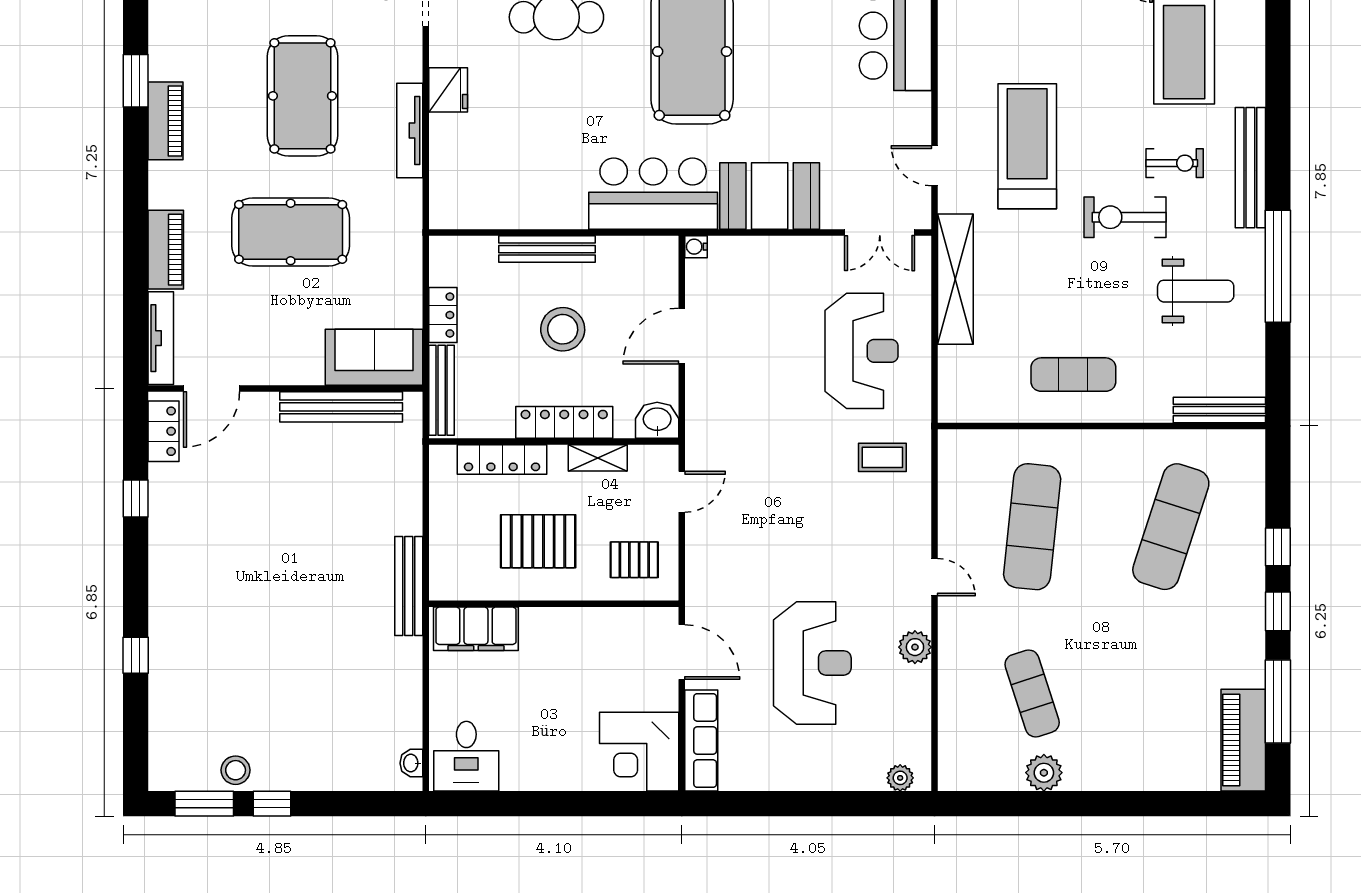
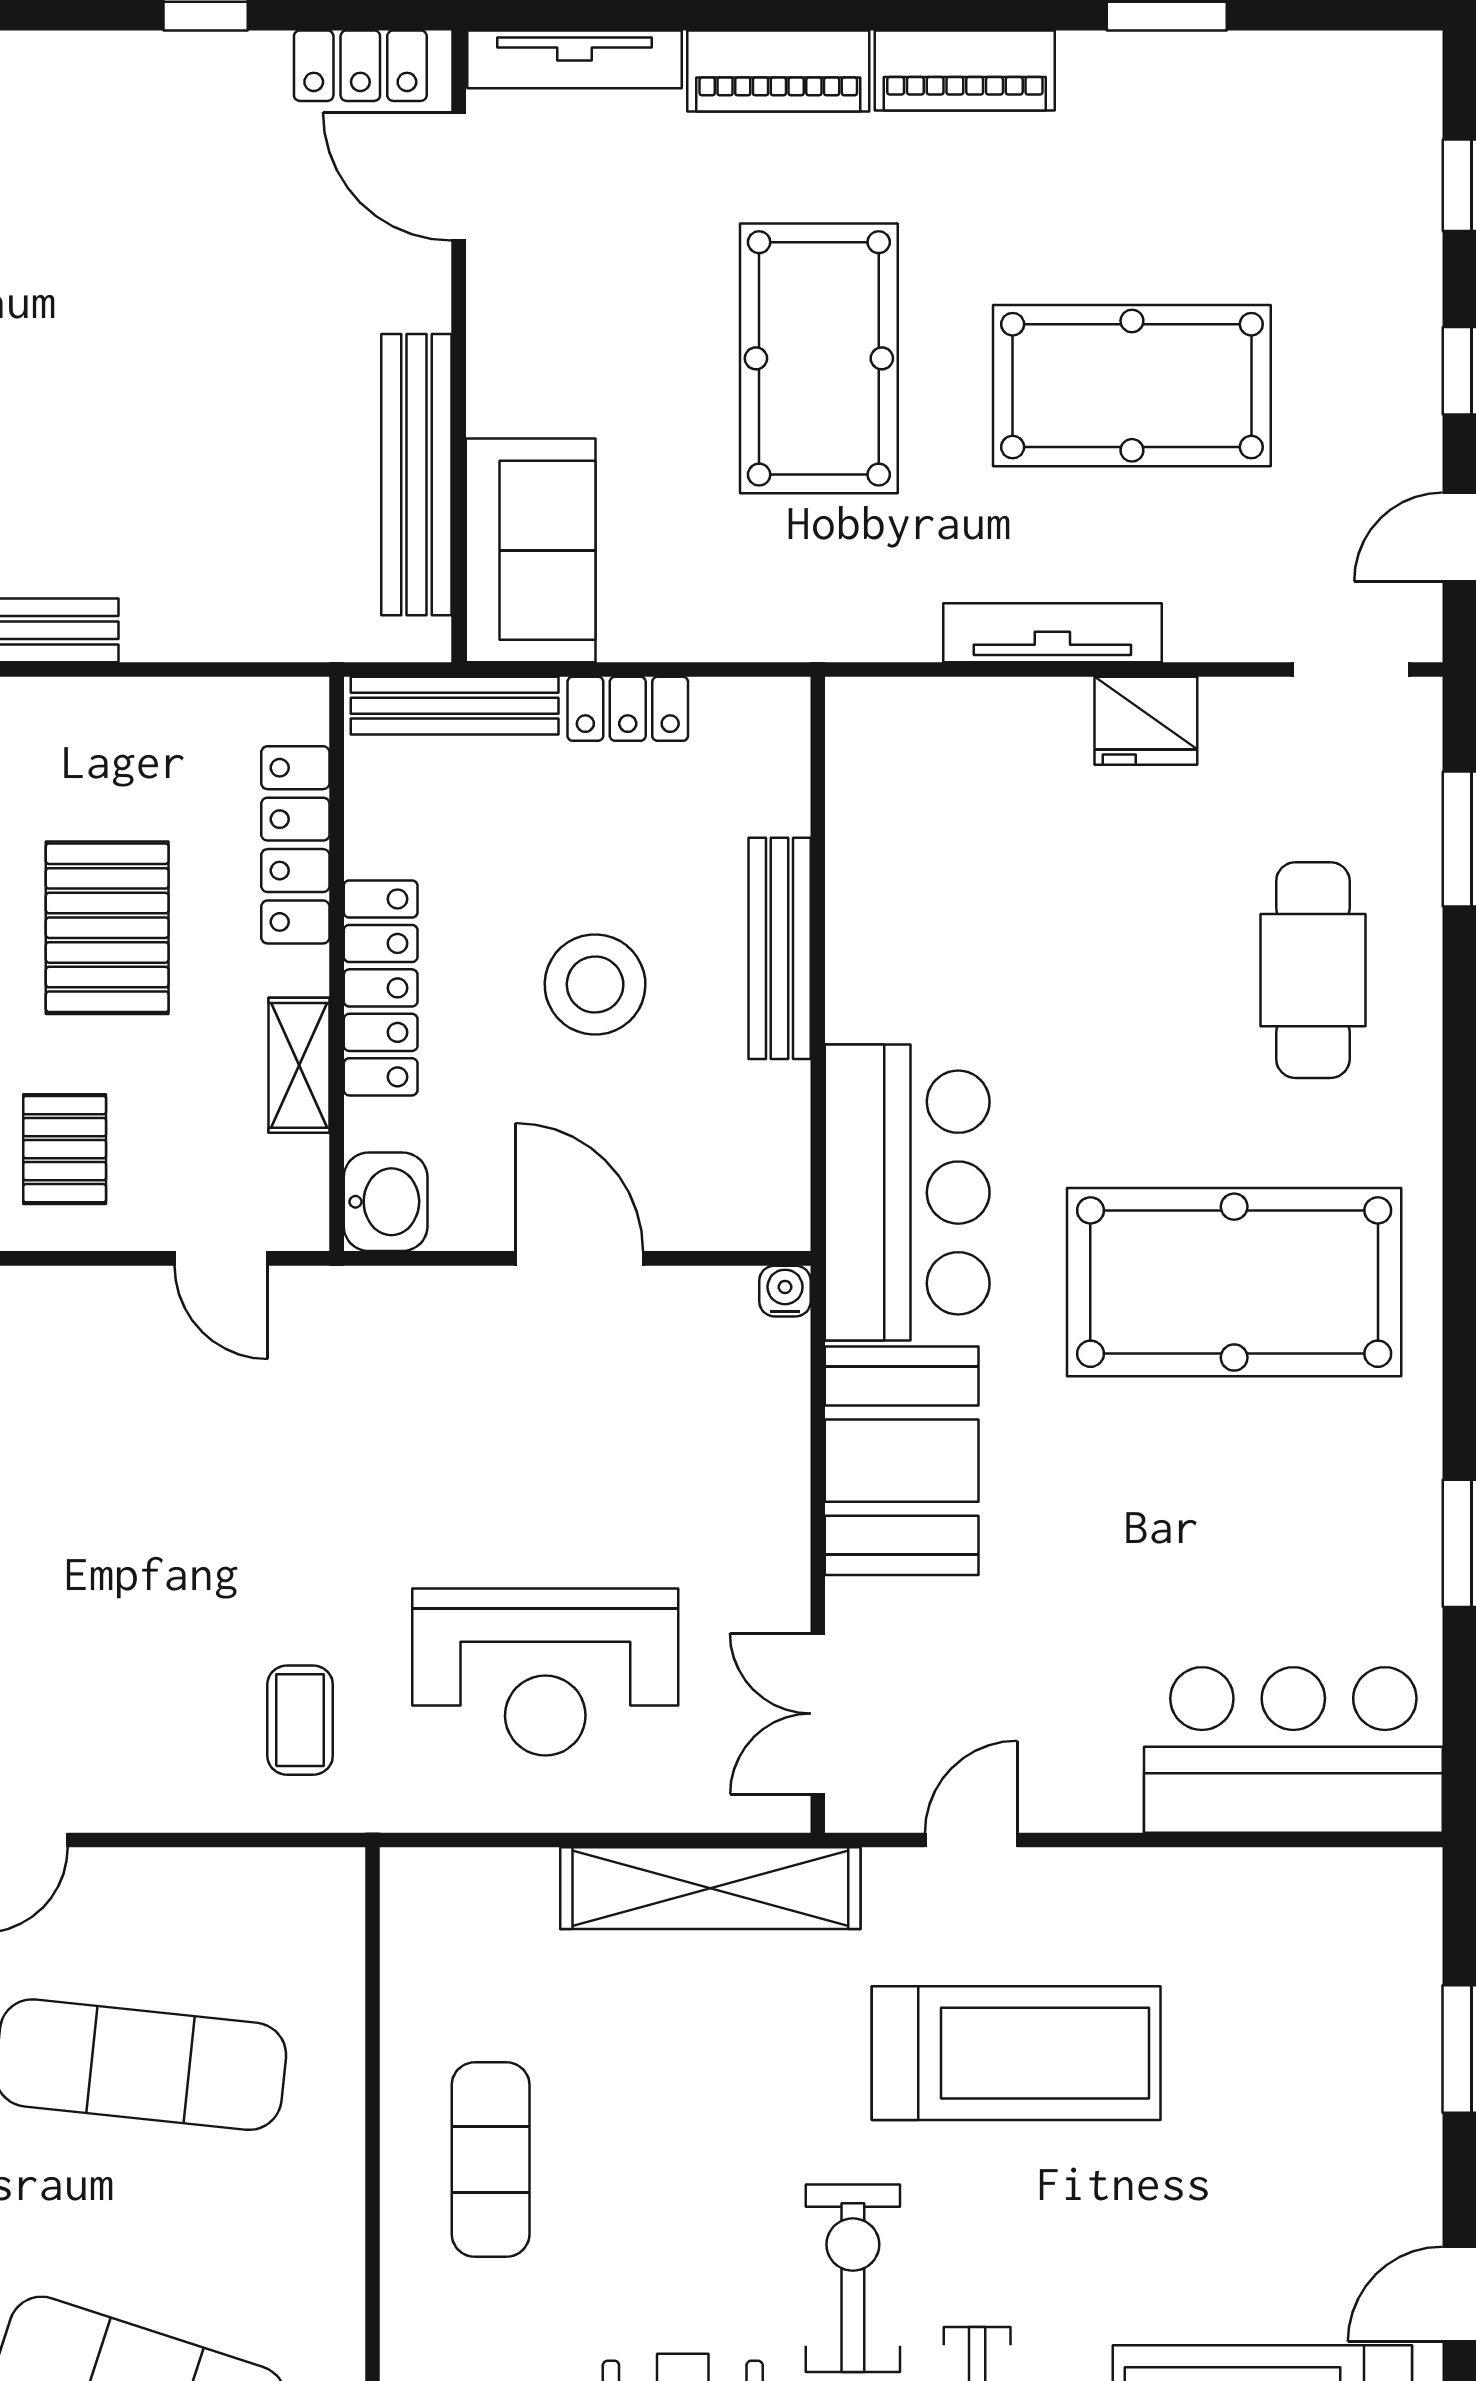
piano: (165, 121) -> (965, 70), moved

